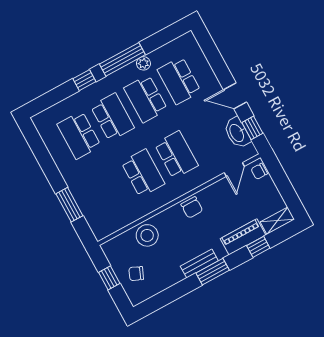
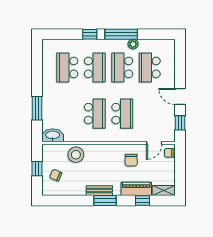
washbasin: (237, 133) -> (53, 135), moved, turned 90
chair: (192, 207) -> (131, 160), moved

